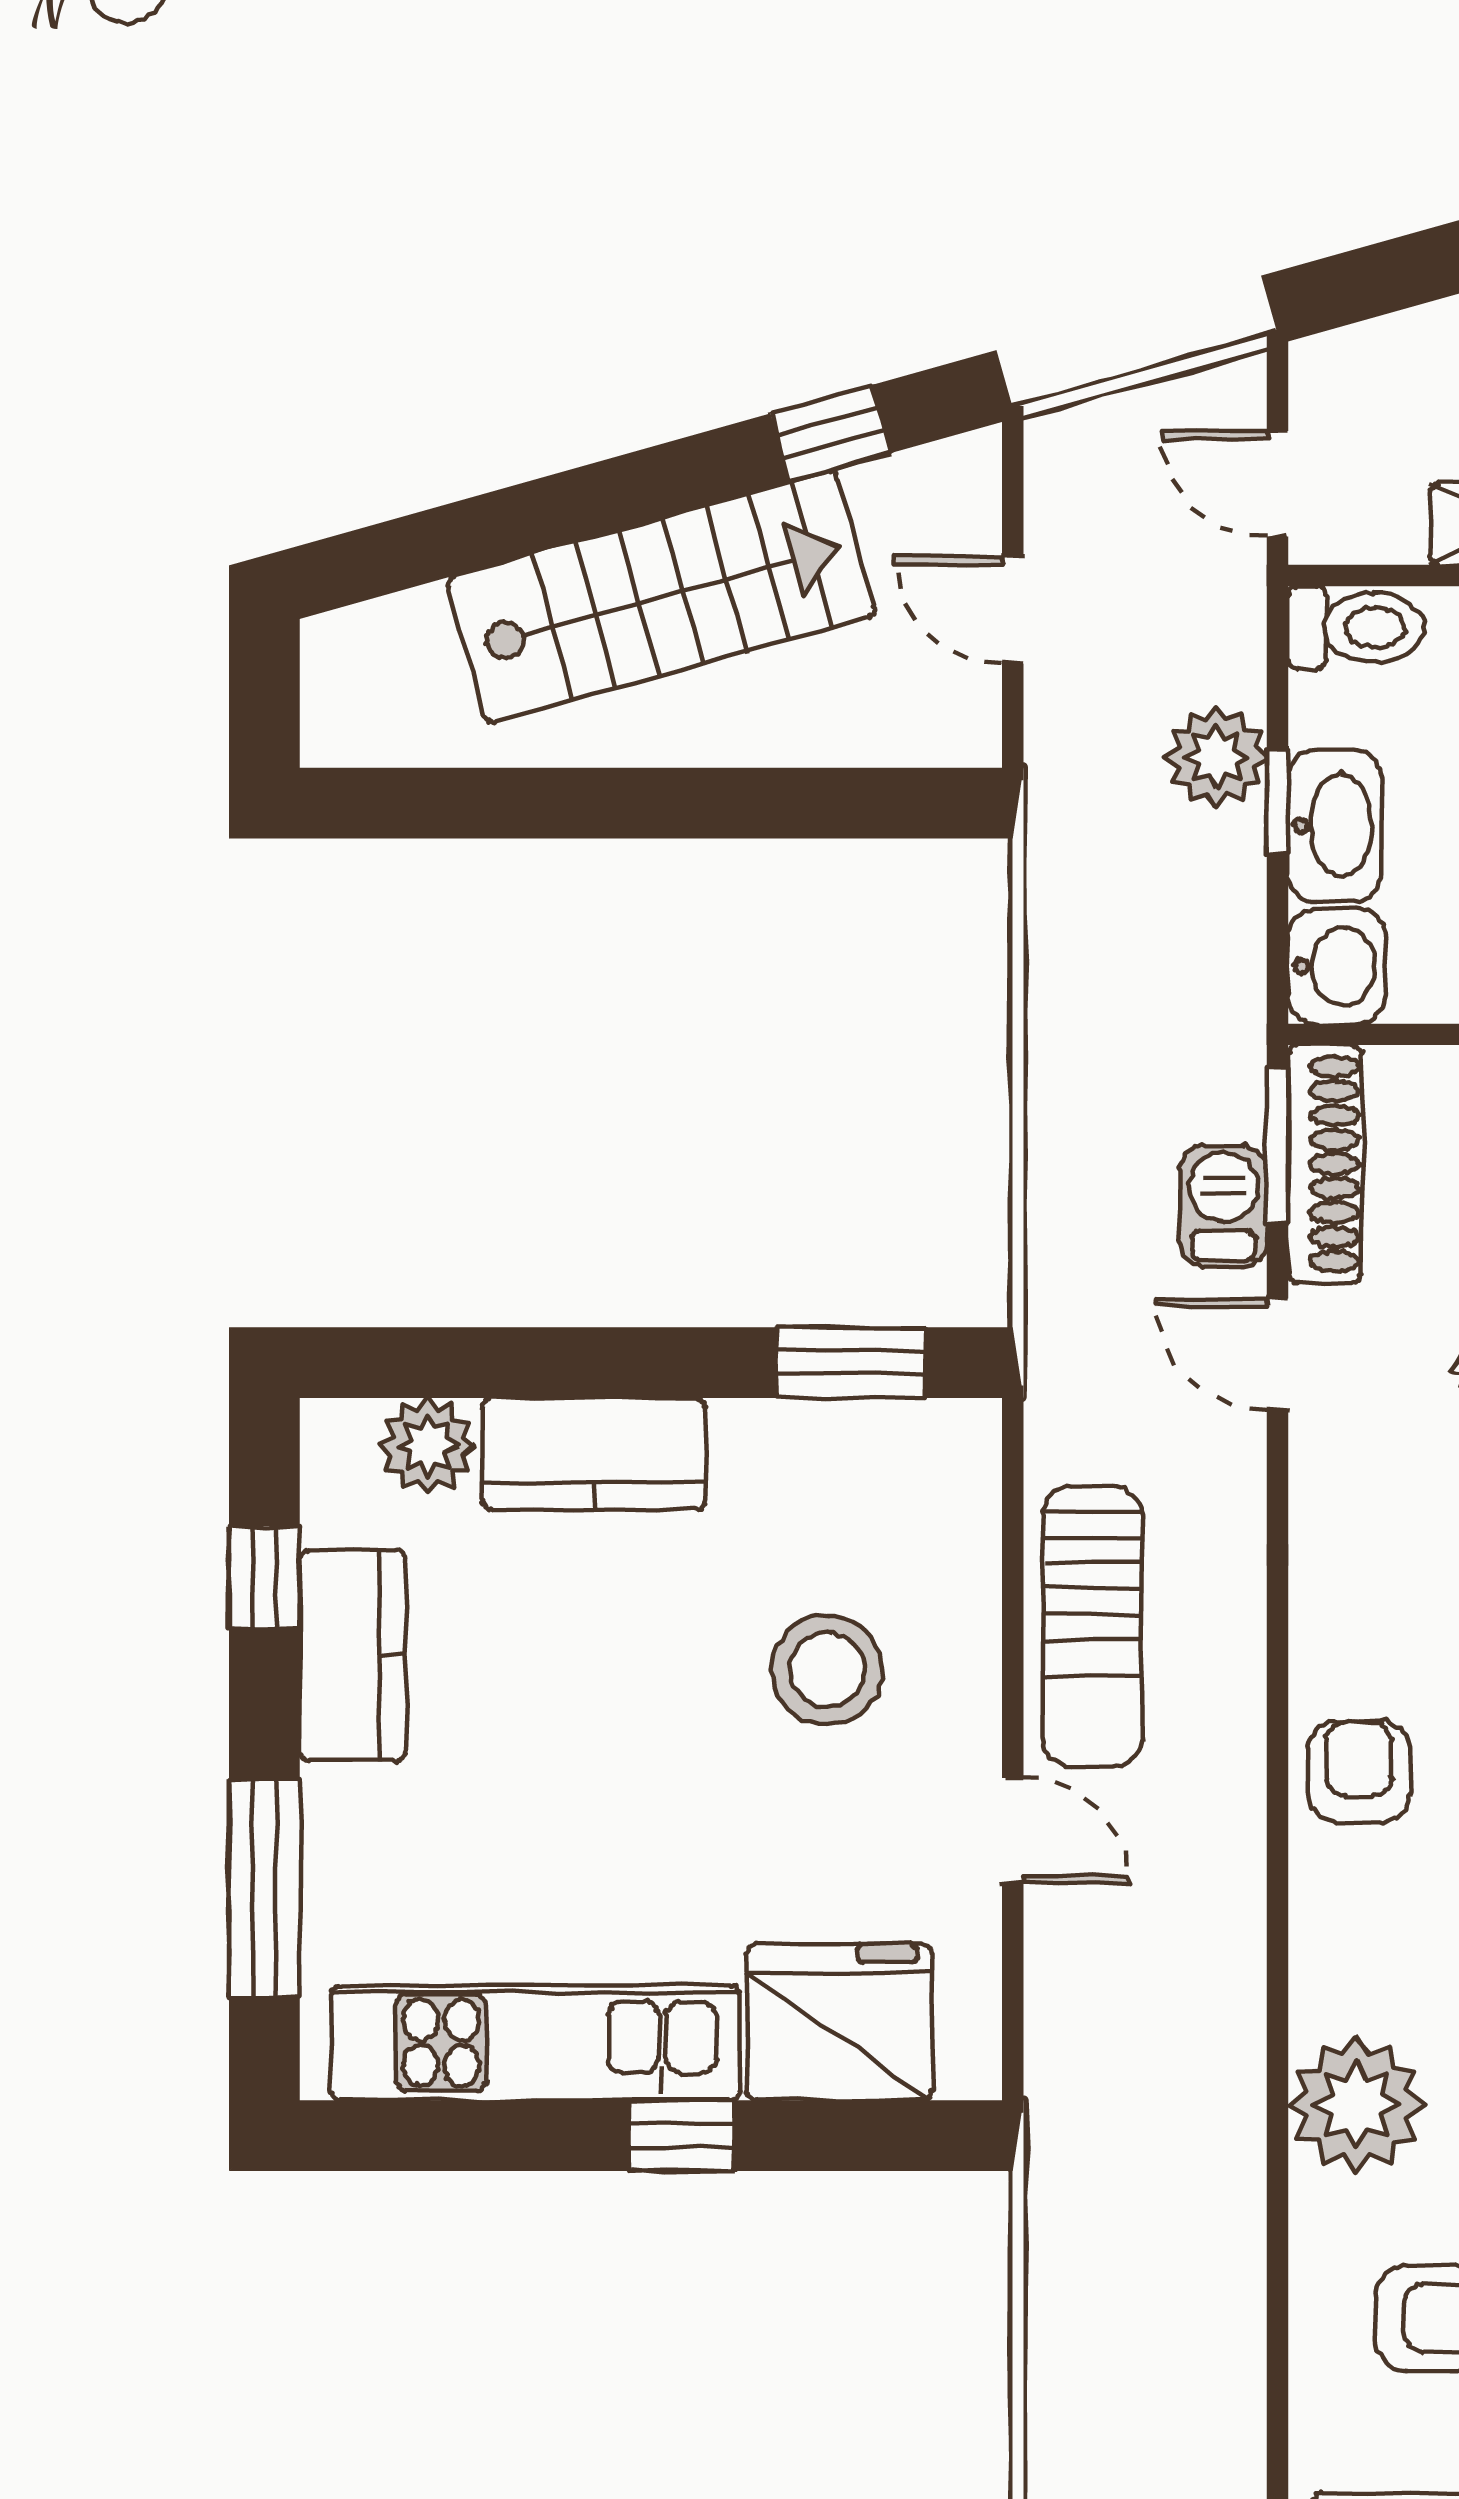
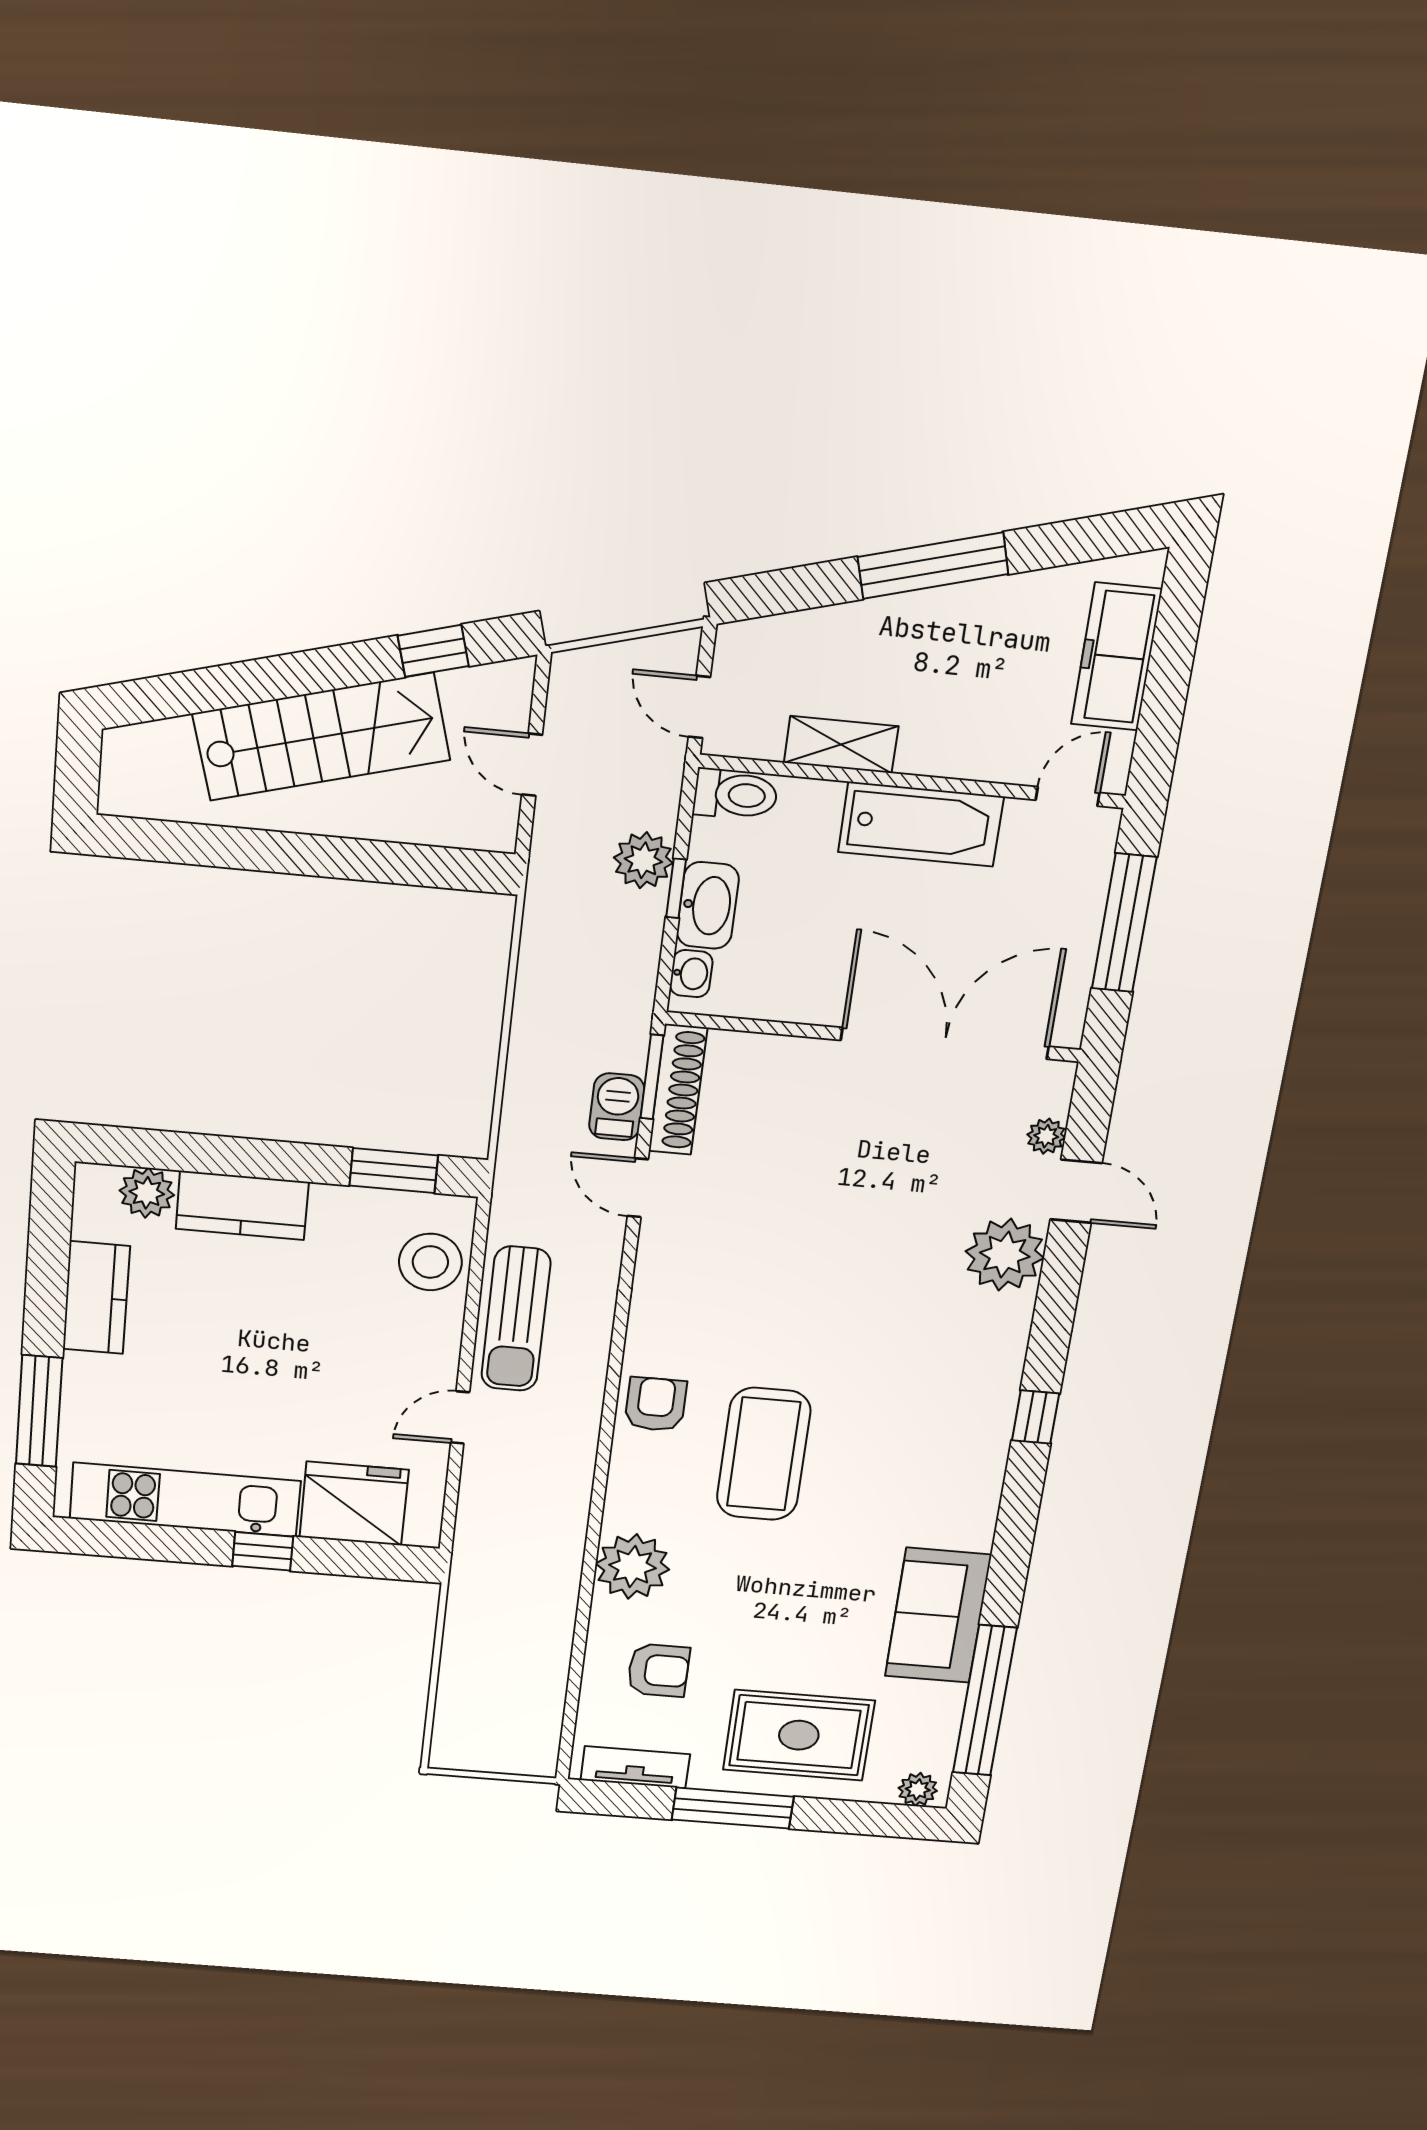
washbasin: (1337, 966) -> (691, 974), width x0.72, depth x0.69
window: (264, 1578) -> (49, 1254), removed
stool: (827, 1670) -> (430, 1262), moved
door: (1013, 1831) -> (460, 1417), swing flipped

